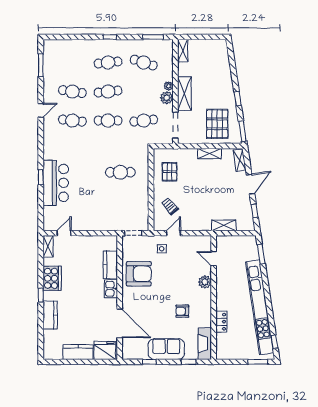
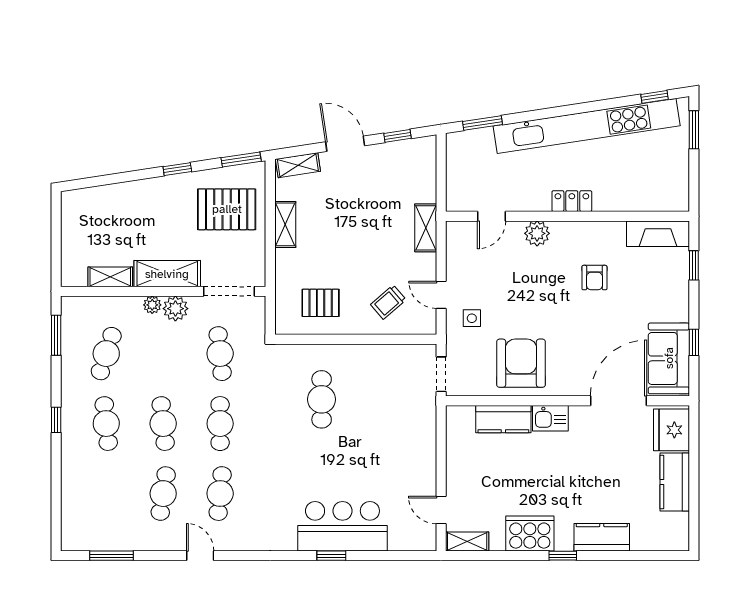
shelving: (183, 51) -> (110, 277), moved
shelving: (224, 225) -> (426, 228), moved
locker: (221, 322) -> (572, 201), moved
sofa: (166, 349) -> (669, 358), moved

